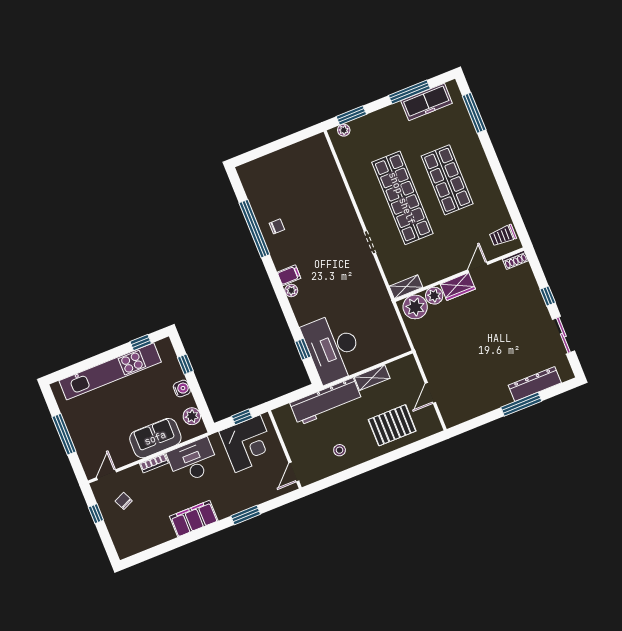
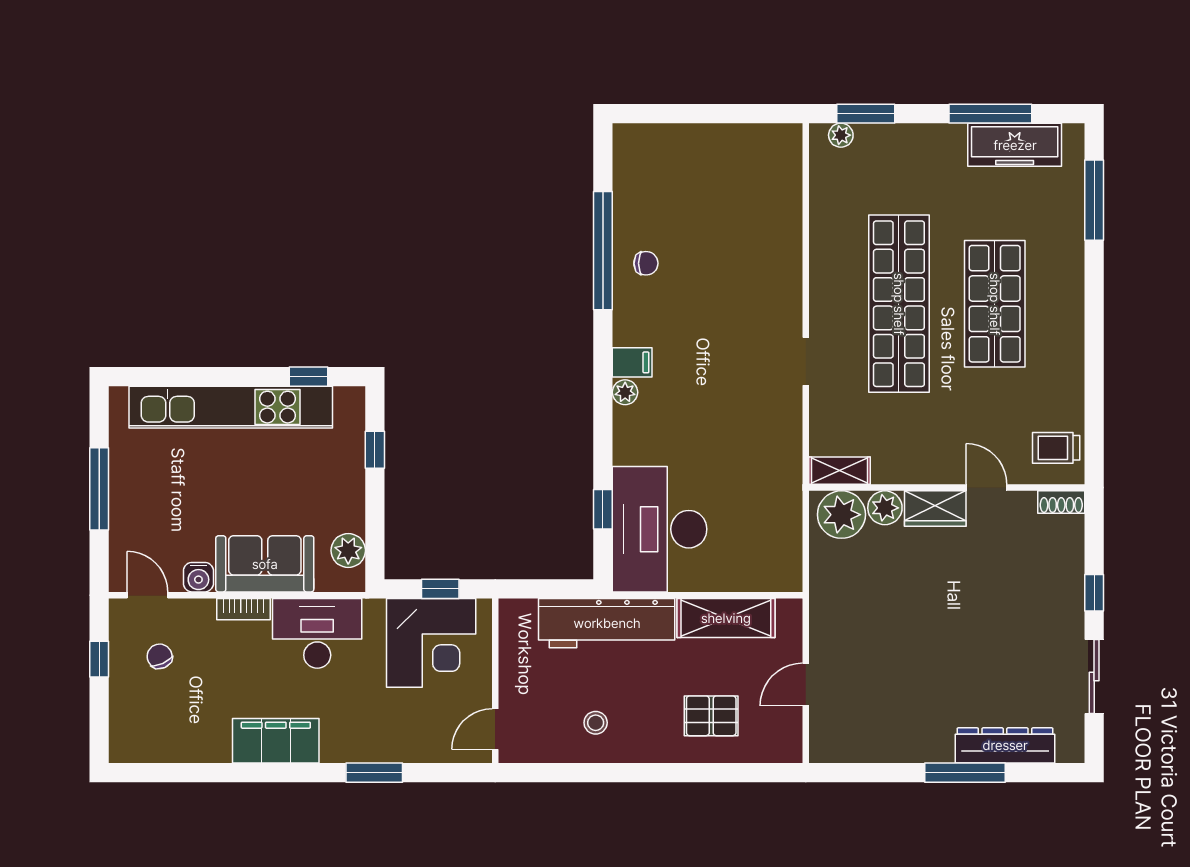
door: (478, 267) -> (986, 488), hinge flipped
shelving: (372, 378) -> (726, 618), width x1.50, depth x1.33
water cooler: (182, 389) -> (198, 577), moved, turned 90
pallet: (392, 425) -> (711, 716), width x0.67, depth x0.71
door: (107, 475) -> (147, 595), hinge flipped

